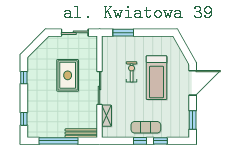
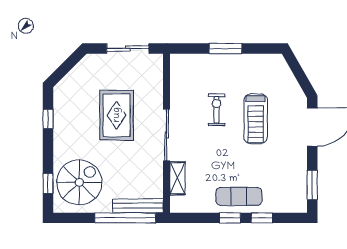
window: (123, 33) -> (225, 49), moved
treadmill: (157, 78) -> (256, 119), width x0.73, depth x0.73
spiral stairs: (44, 118) -> (79, 182), added
window: (59, 141) -> (125, 218), moved

